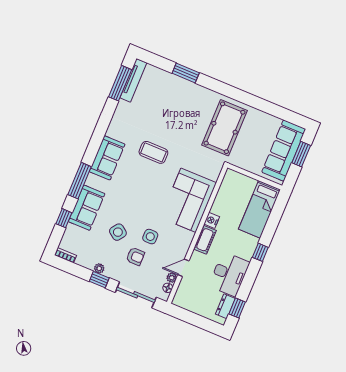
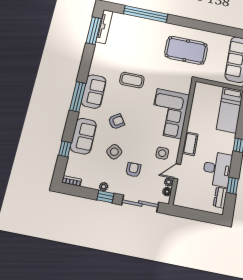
window: (186, 73) -> (146, 14), width x2.11
pool table: (225, 128) -> (186, 50), turned 90
window: (80, 181) -> (78, 97), moved
armchair: (127, 198) -> (116, 122), added
nightstand: (212, 220) -> (192, 126), removed
side table: (150, 237) -> (162, 153), moved
armchair: (135, 256) -> (133, 170), turned -90
window: (237, 308) -> (233, 186), moved

